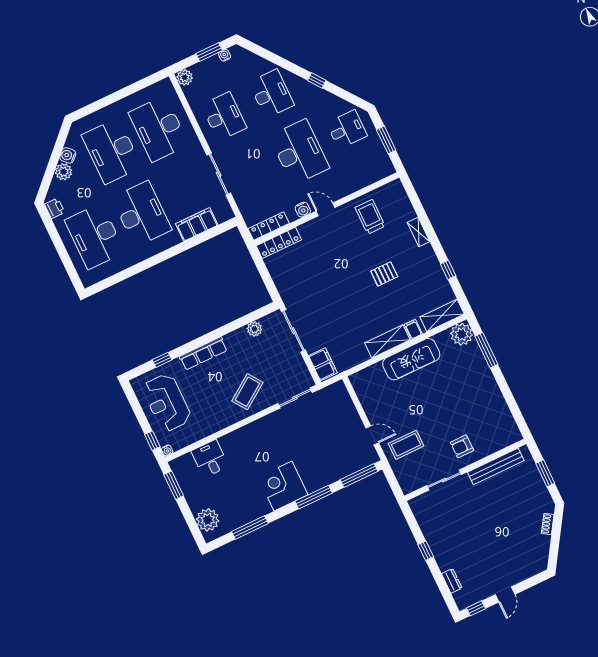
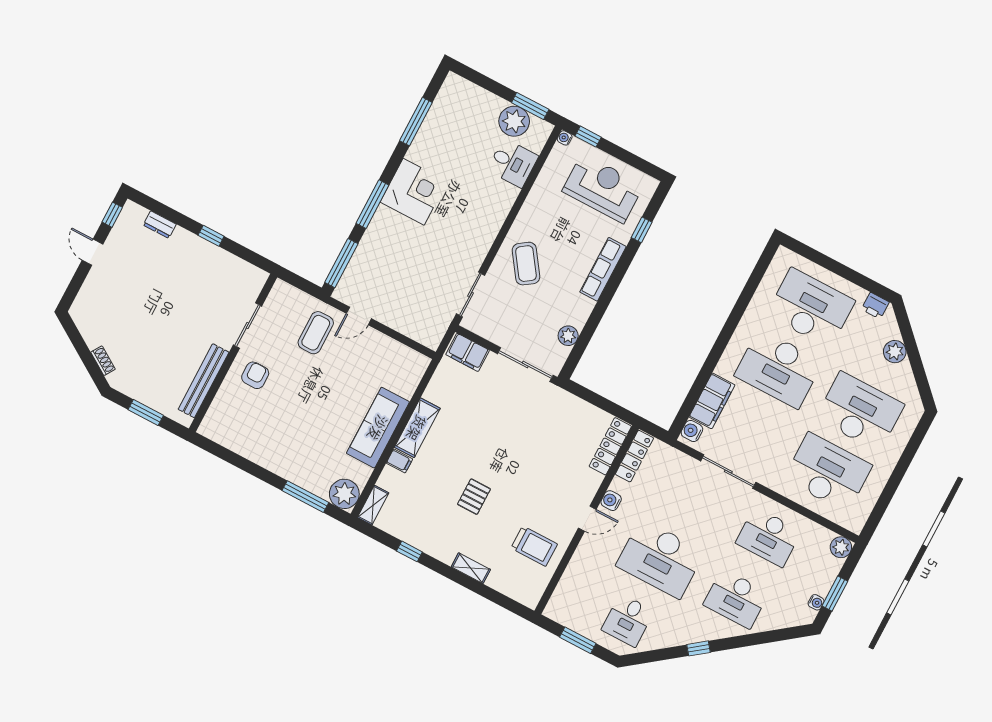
water cooler: (68, 155) -> (692, 431), moved, turned -135
shelving: (442, 315) -> (373, 505), width x0.67, depth x0.75
plant: (208, 520) -> (514, 121), moved

